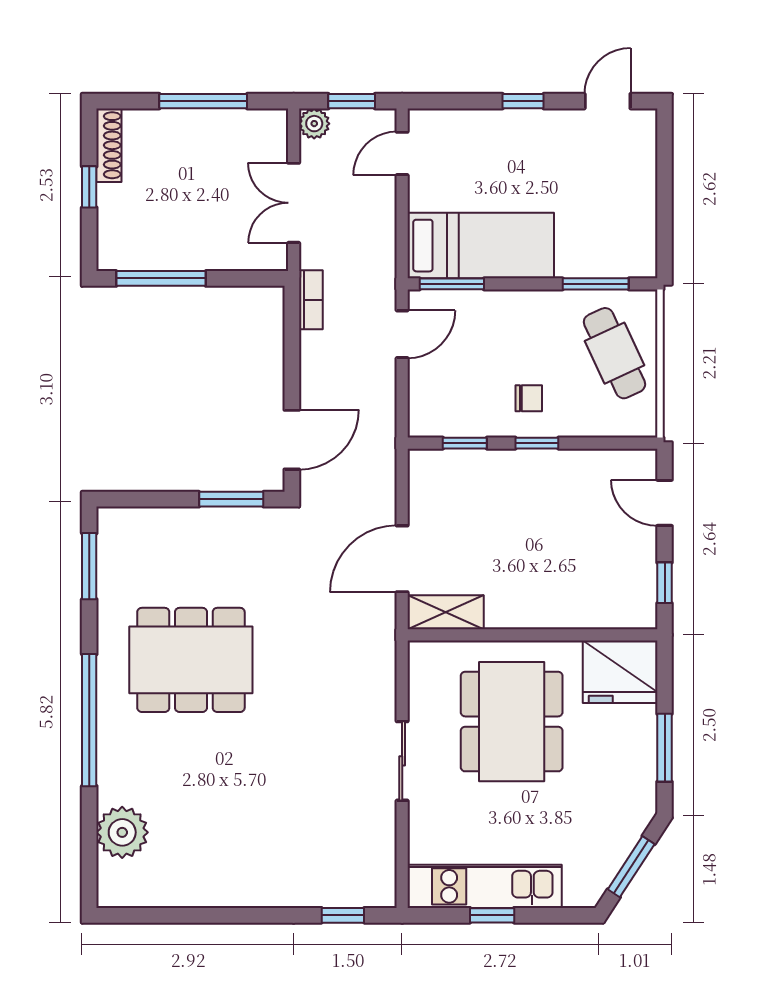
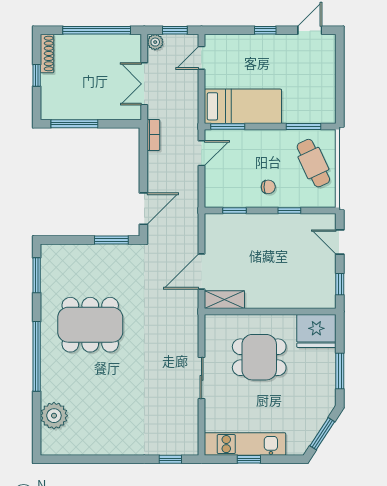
window: (203, 101) -> (97, 30), width x1.46
window: (537, 443) -> (289, 210), moved
dining table: (512, 722) -> (259, 357), width x0.73

